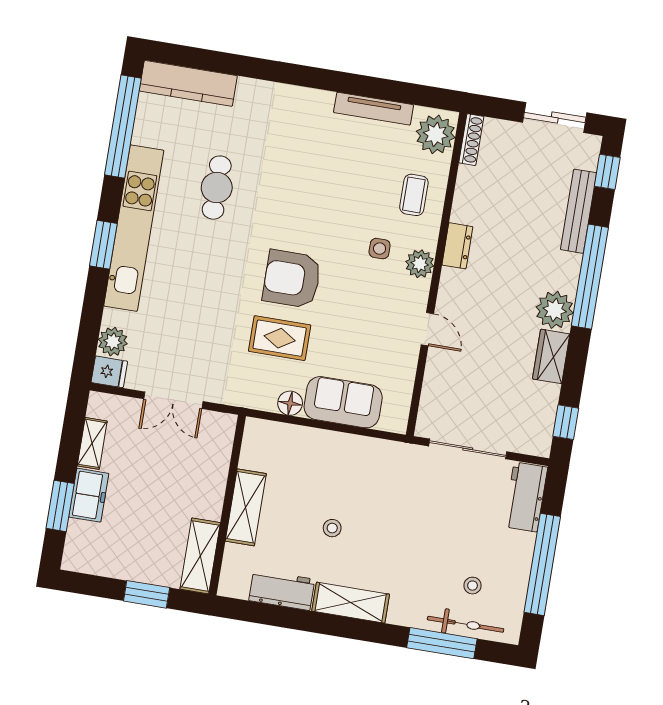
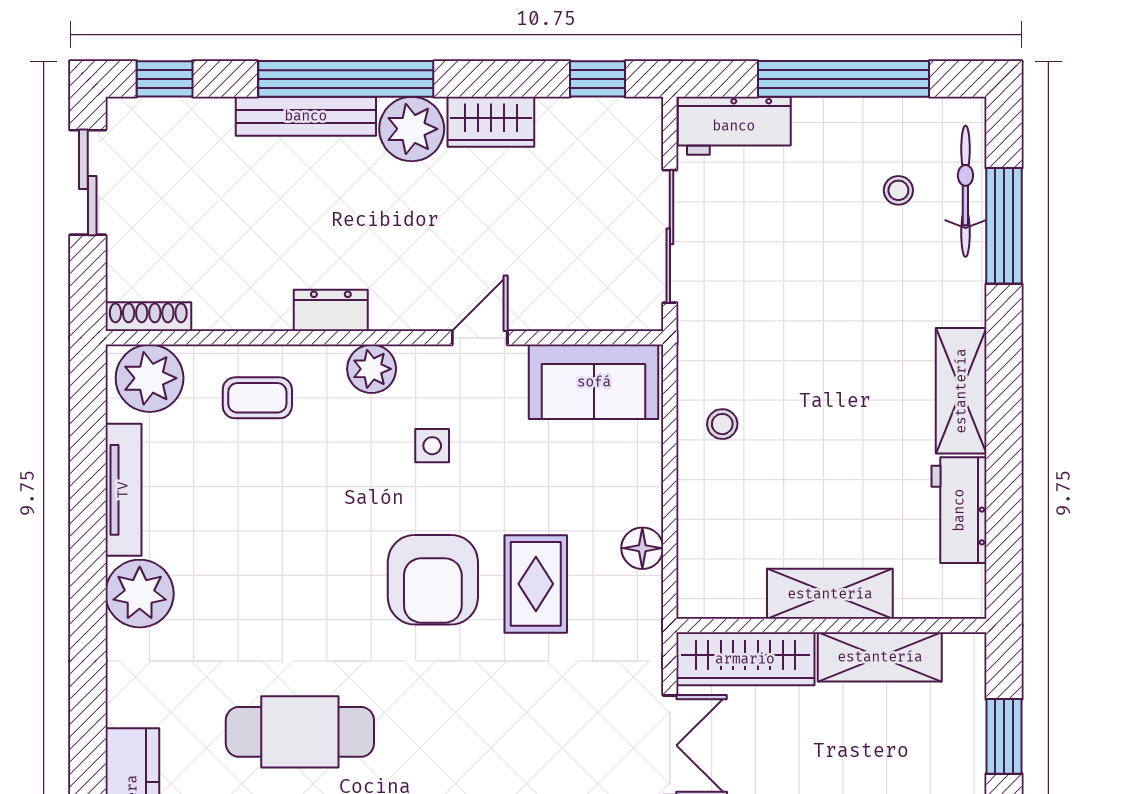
plant: (312, 108) -> (140, 594), added
cafe table: (217, 188) -> (300, 732), width x1.37, depth x1.35
bench: (579, 211) -> (306, 116), moved
side table: (380, 249) -> (432, 446), moved
sofa: (343, 402) -> (594, 382), moved, turned -90
wardrobe: (216, 452) -> (745, 659), added
stool: (332, 528) -> (722, 424), moved
shelving: (200, 556) -> (880, 657), moved

